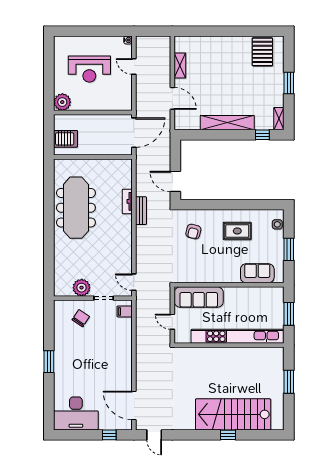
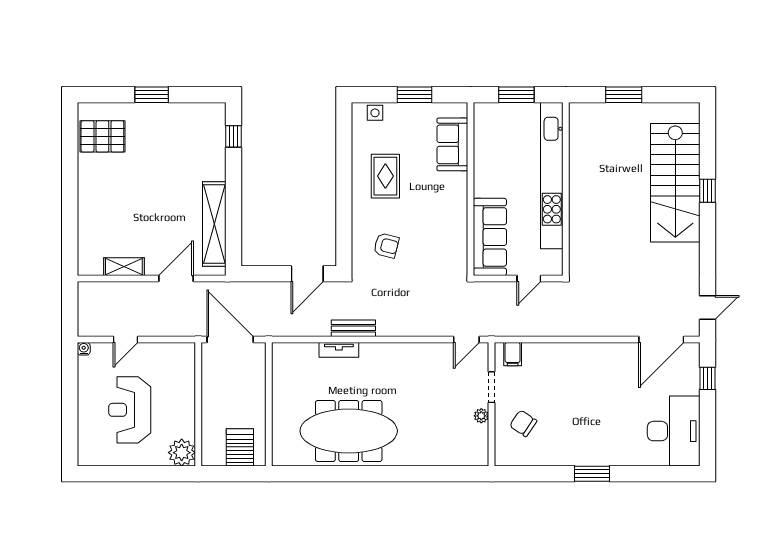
reception desk: (89, 69) -> (130, 410), turned 180
shelving: (279, 119) -> (208, 110), removed
shelving: (227, 123) -> (214, 224), moved
plant: (82, 288) -> (481, 416), width x0.53, depth x0.53

